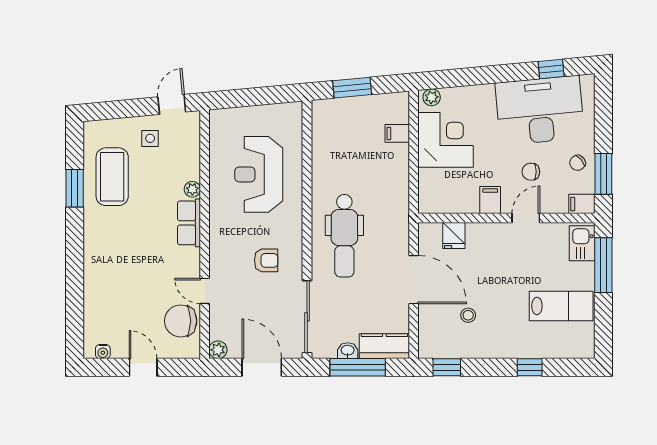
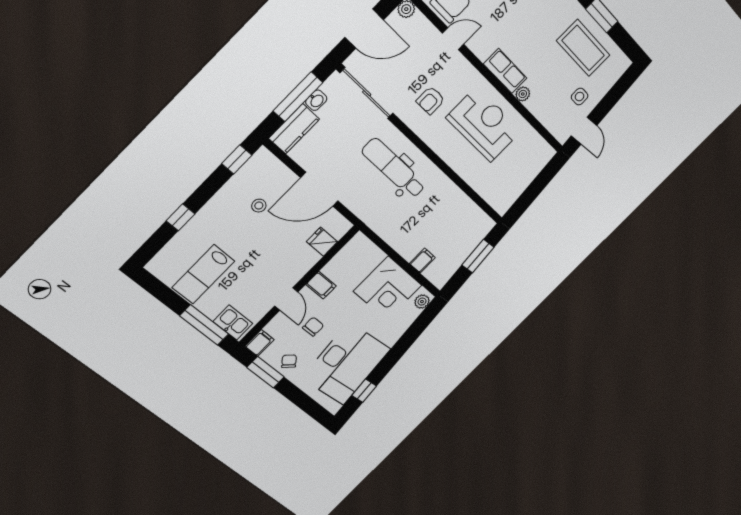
reception desk: (259, 174) -> (484, 124), moved

